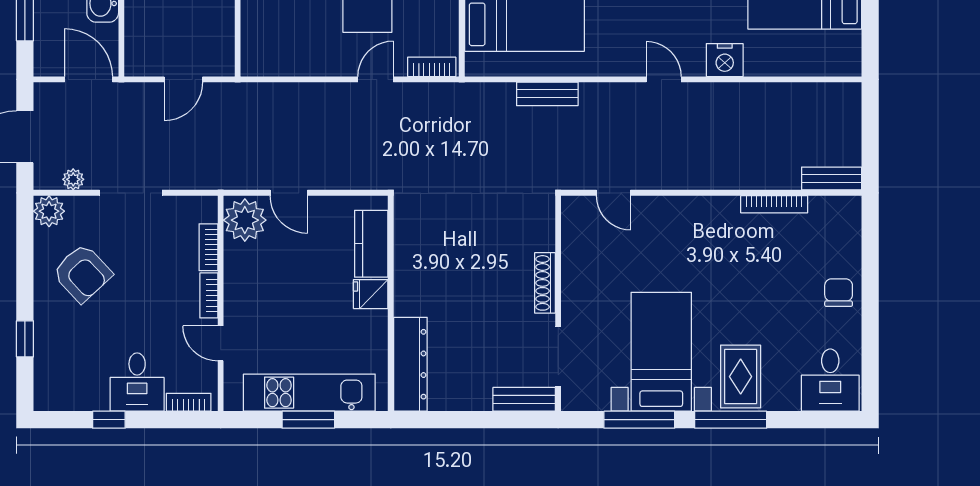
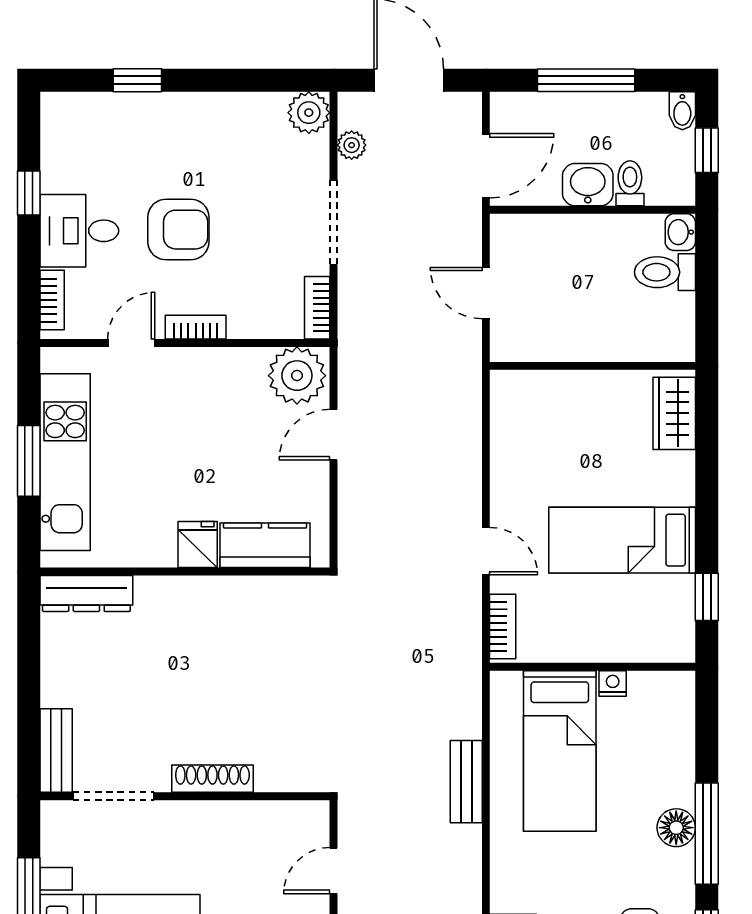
bookcase: (208, 247) -> (317, 308), moved, turned -90
armchair: (82, 273) -> (178, 230), moved, turned -137
dresser: (410, 364) -> (86, 593), width x0.73, depth x0.80

